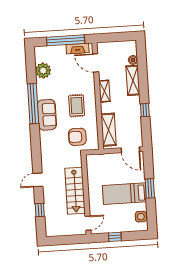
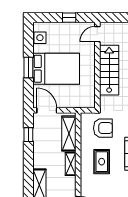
shelving: (104, 91) -> (71, 164), moved
window: (145, 110) -> (28, 135), moved
bed: (124, 194) -> (56, 69), width x1.50

